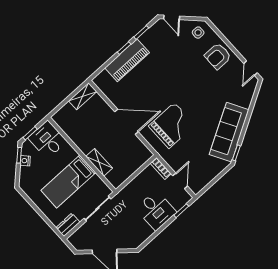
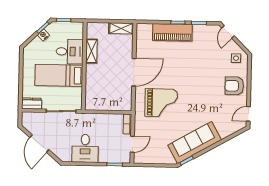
door: (126, 122) -> (134, 72), hinge flipped
desk: (47, 140) -> (70, 51), moved, turned 90
shelving: (99, 162) -> (91, 51), moved
desk: (156, 210) -> (85, 148), moved

